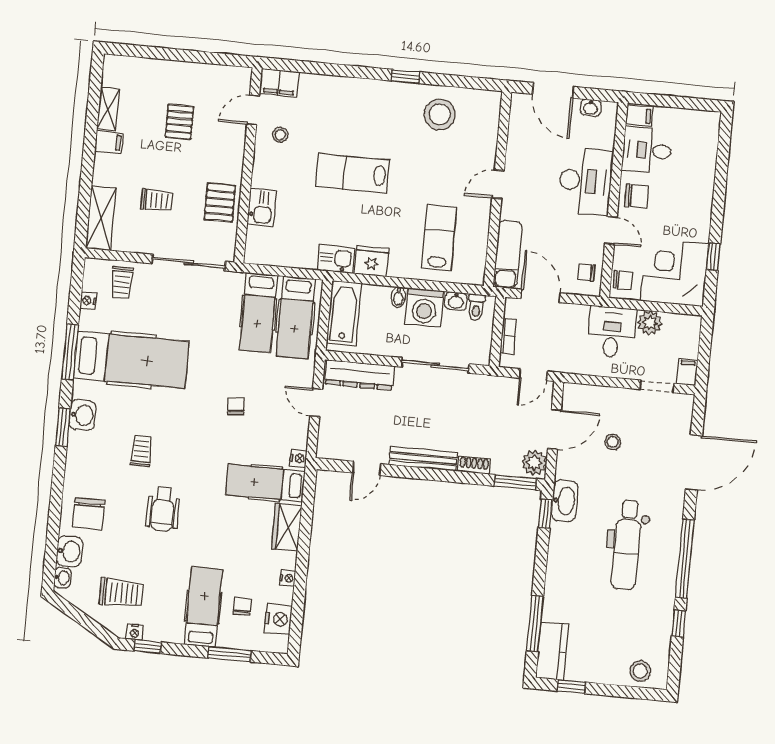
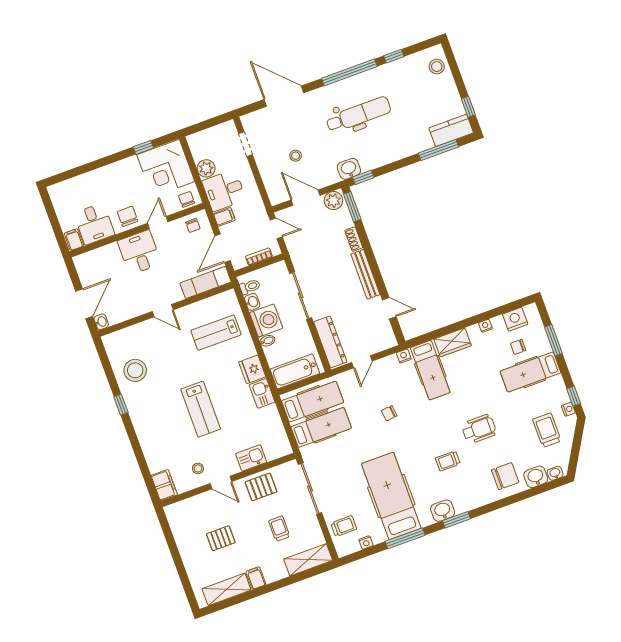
washbasin: (591, 108) -> (101, 322), moved
shelving: (108, 109) -> (227, 589), width x1.50, depth x1.33
door: (253, 110) -> (221, 483), moved
desk: (585, 181) -> (139, 252), width x0.73
filing cabinet: (687, 372) -> (224, 217), moved, turned 180
washbasin: (565, 501) -> (349, 169), width x0.72

